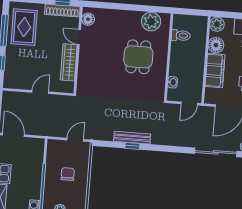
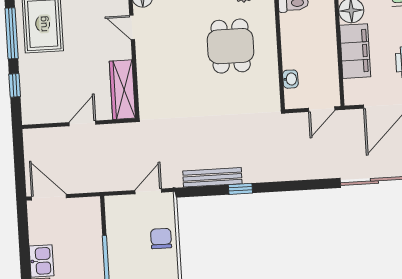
wardrobe: (69, 62) -> (122, 90), moved
bench: (132, 138) -> (212, 177), moved
chair: (68, 174) -> (161, 239), moved

